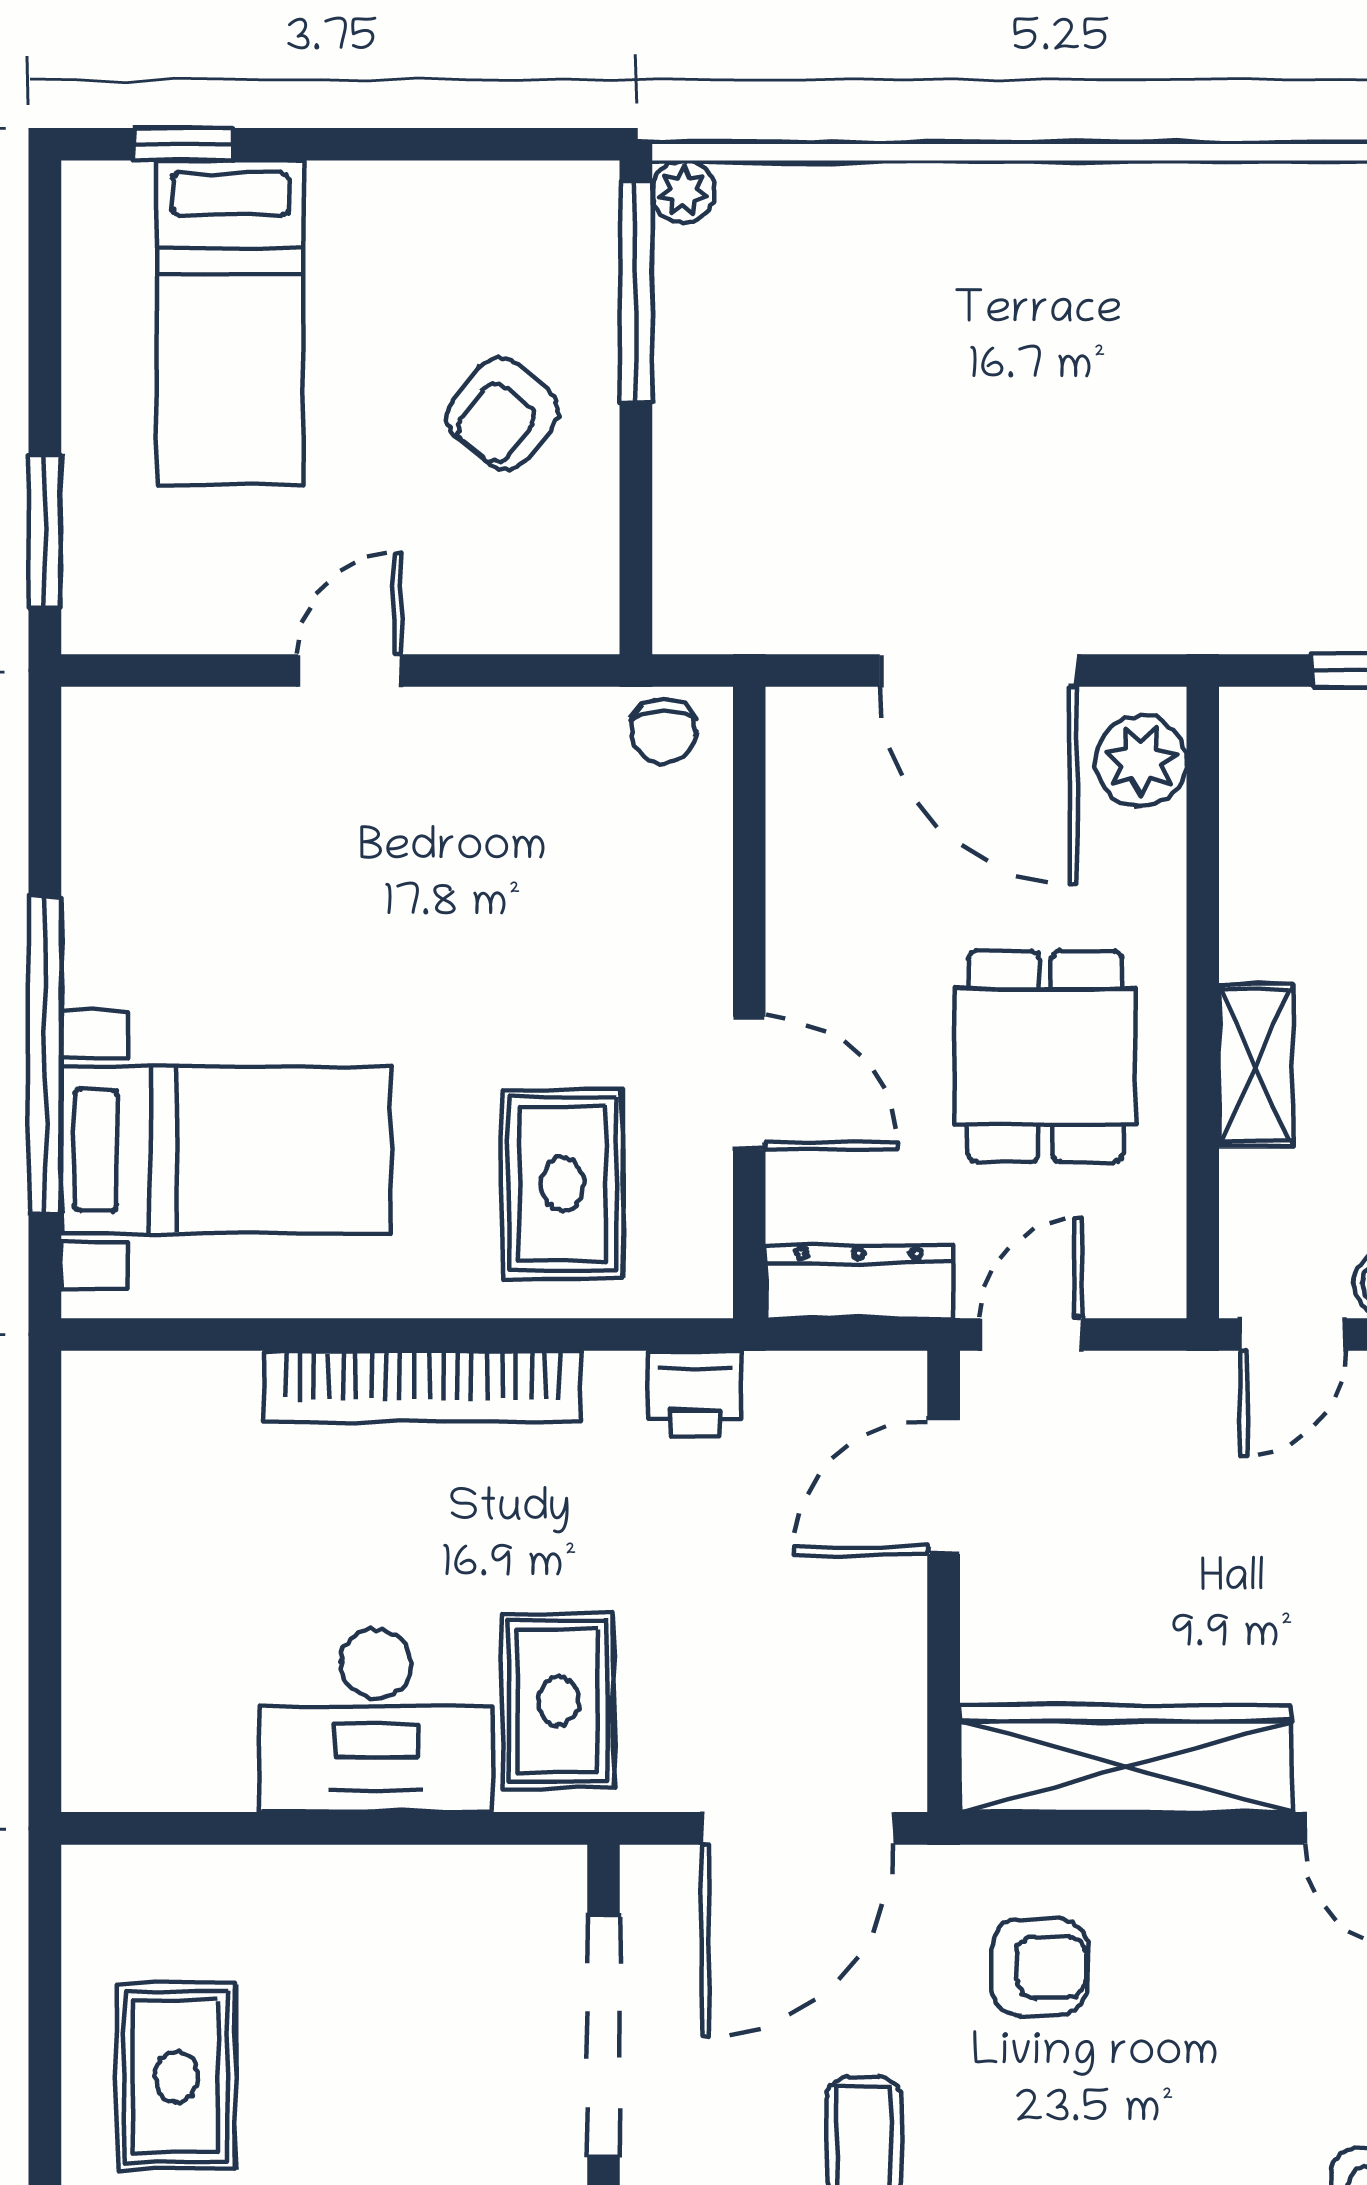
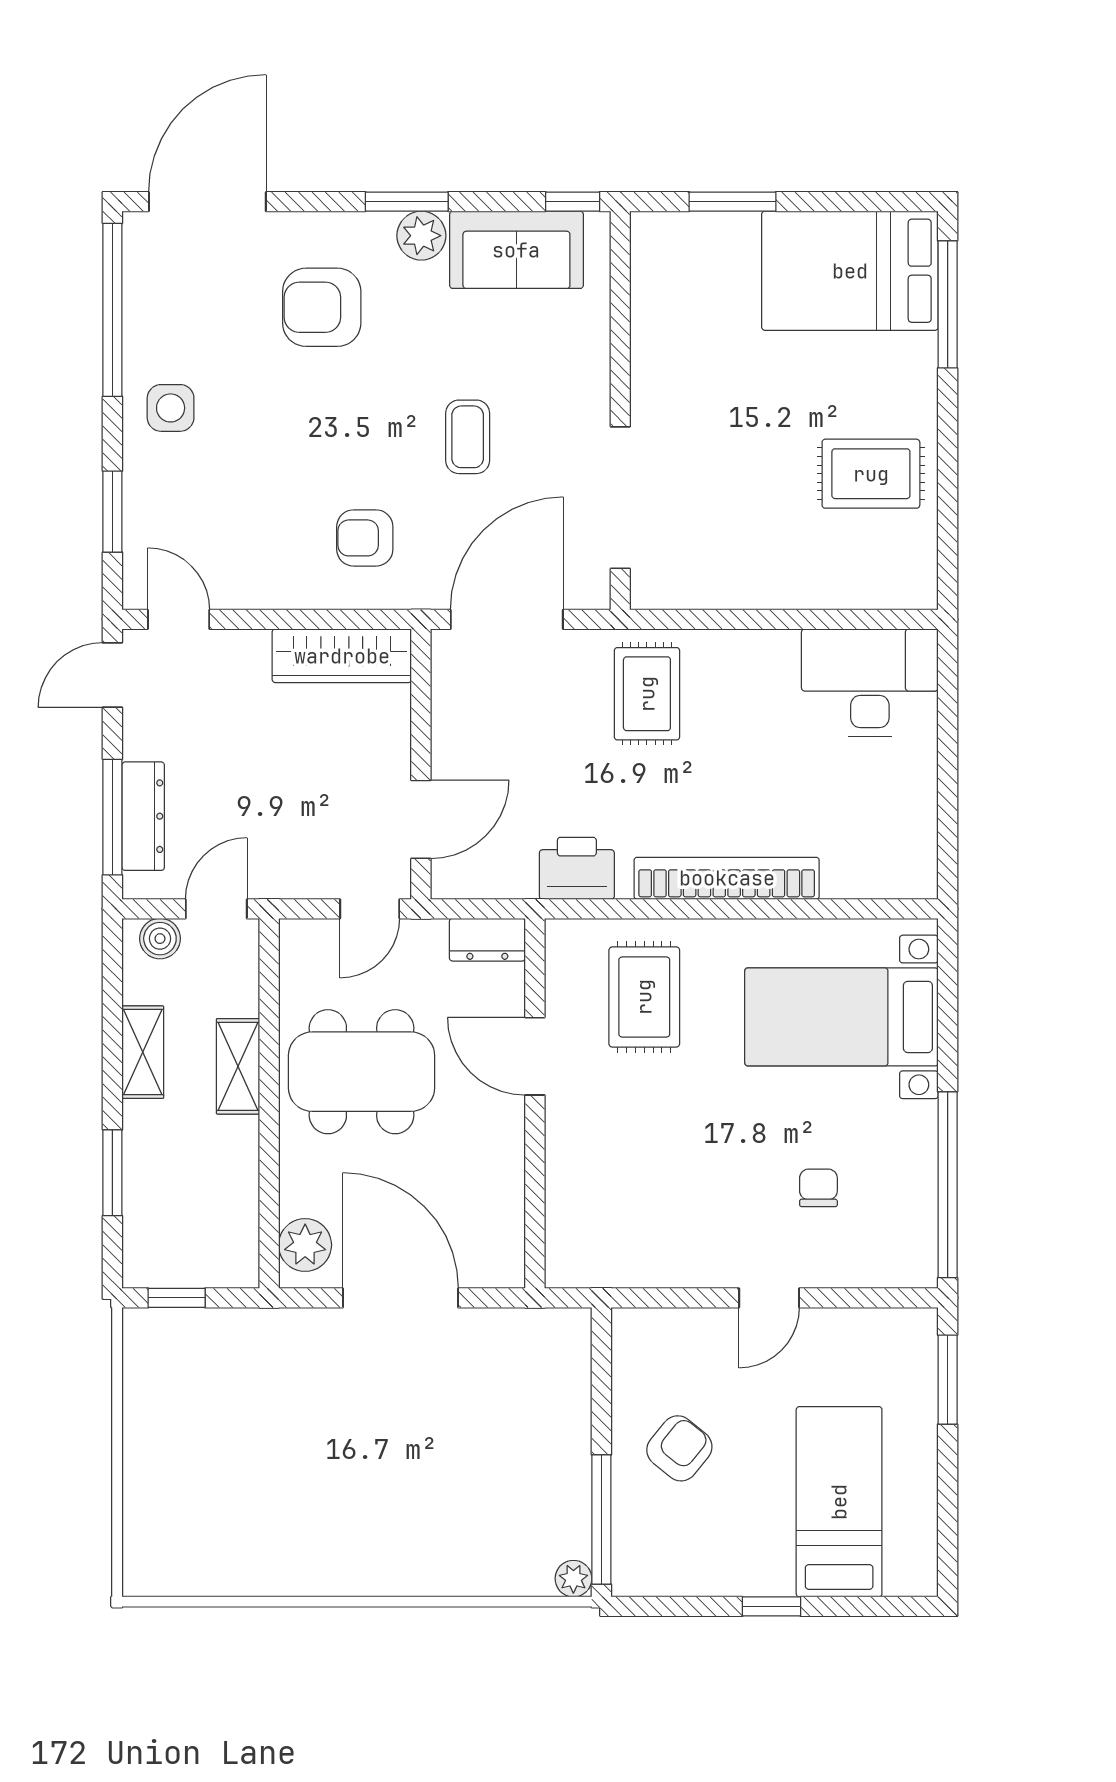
window: (183, 144) -> (771, 1606), moved
chair: (664, 731) -> (818, 1188), moved
window: (45, 1055) -> (948, 1185), moved
dining table: (1045, 1057) -> (362, 1072), width x1.38
dresser: (859, 1282) -> (487, 940), width x0.70
printer: (695, 1393) -> (577, 868), width x1.36, depth x1.24
desk: (376, 1721) -> (870, 682), moved
wardrobe: (1126, 1758) -> (342, 656), width x0.71, depth x0.85
rug: (176, 2077) -> (871, 474), turned 90

